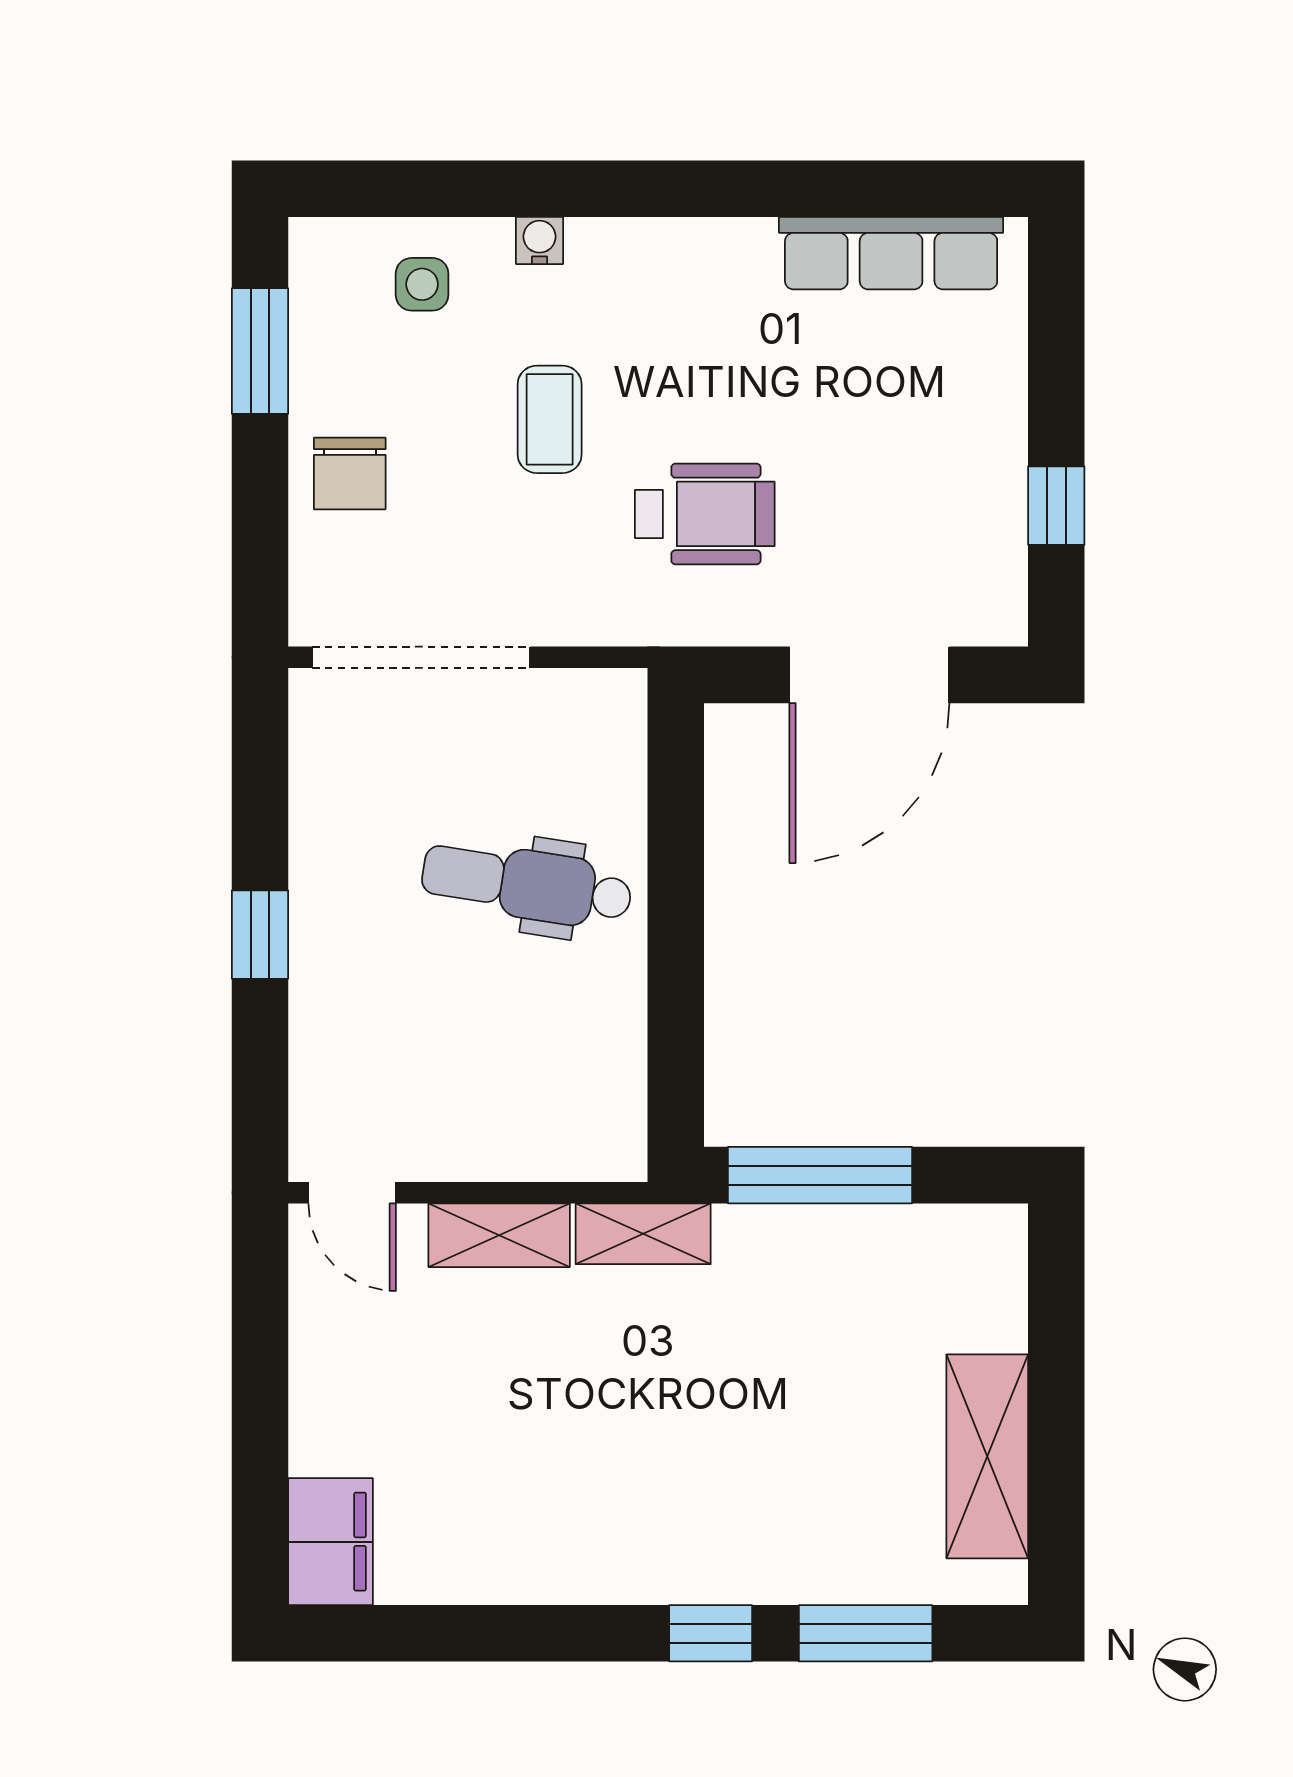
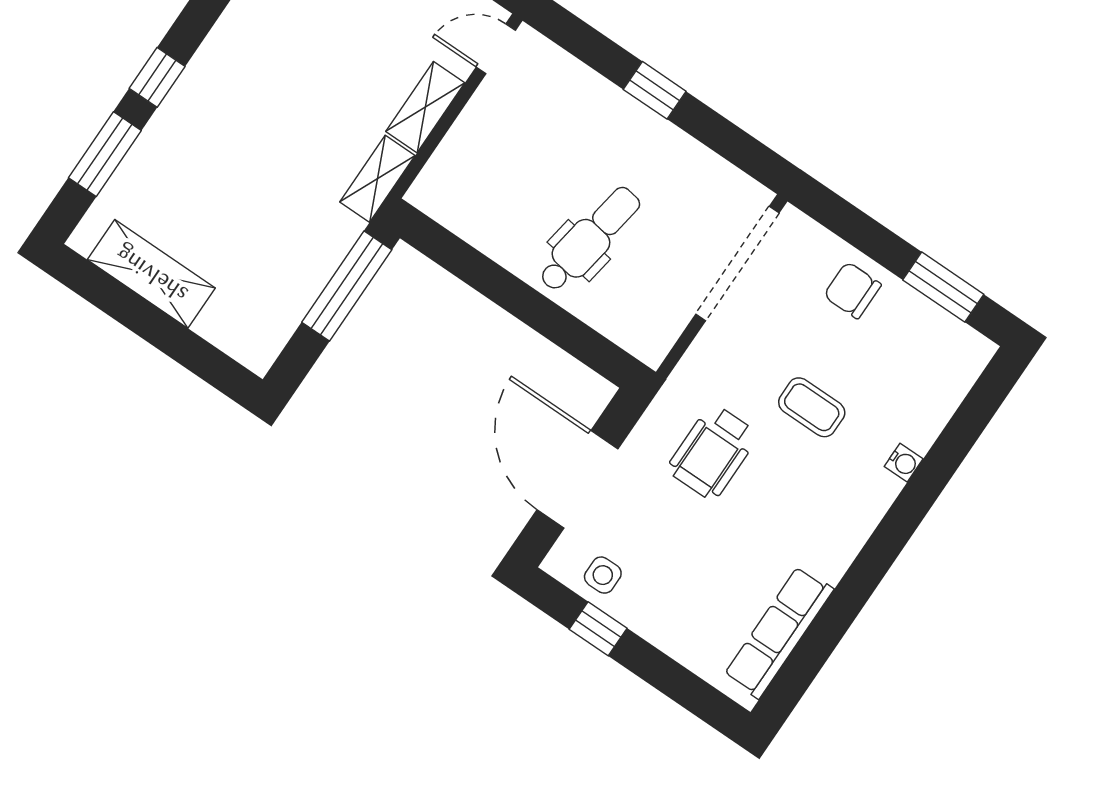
side table: (422, 284) -> (603, 575), moved

